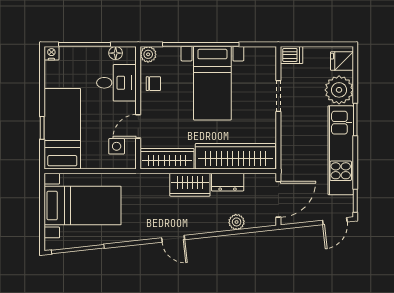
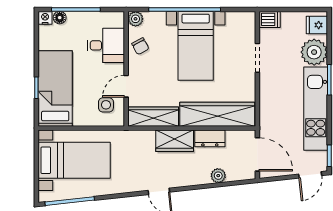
floor lamp: (116, 53) -> (60, 18), moved
chair: (153, 84) -> (140, 46), turned 62
door: (278, 199) -> (257, 154), hinge flipped

